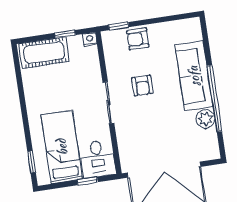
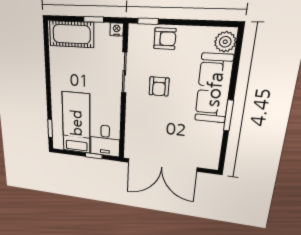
armchair: (138, 39) -> (165, 39), turned 180
window: (214, 99) -> (228, 115), width x0.47
sliding door: (108, 103) -> (124, 73), moved
plant: (205, 119) -> (225, 42), moved

